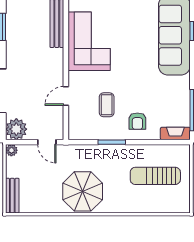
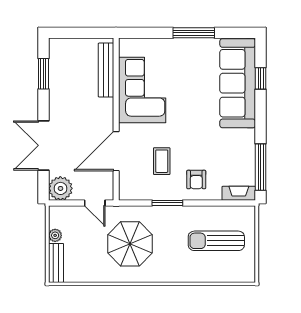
door: (66, 96) -> (116, 151), width x1.87
plant: (11, 150) -> (55, 235), moved
parasol: (83, 191) -> (130, 244), moved

